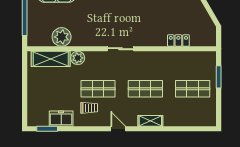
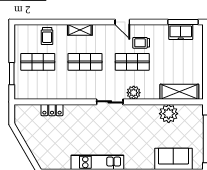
plant: (78, 58) -> (134, 93), moved
trolley: (183, 115) -> (47, 36), added
freezer: (61, 119) -> (181, 32), moved
window: (47, 129) -> (183, 22), width x1.44
door: (118, 129) -> (122, 22), moved

